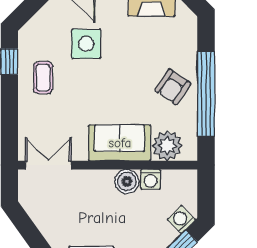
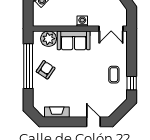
side table: (86, 44) -> (91, 92), removed
washing machine: (151, 179) -> (82, 21), moved
boiler: (127, 181) -> (70, 20), removed

